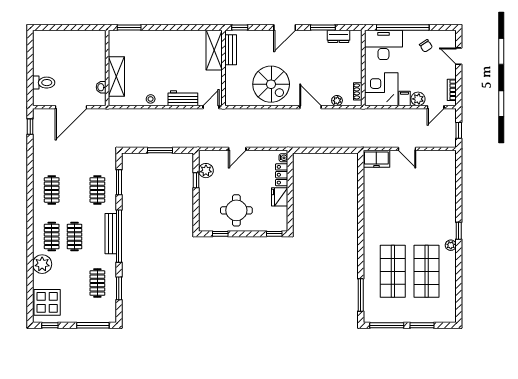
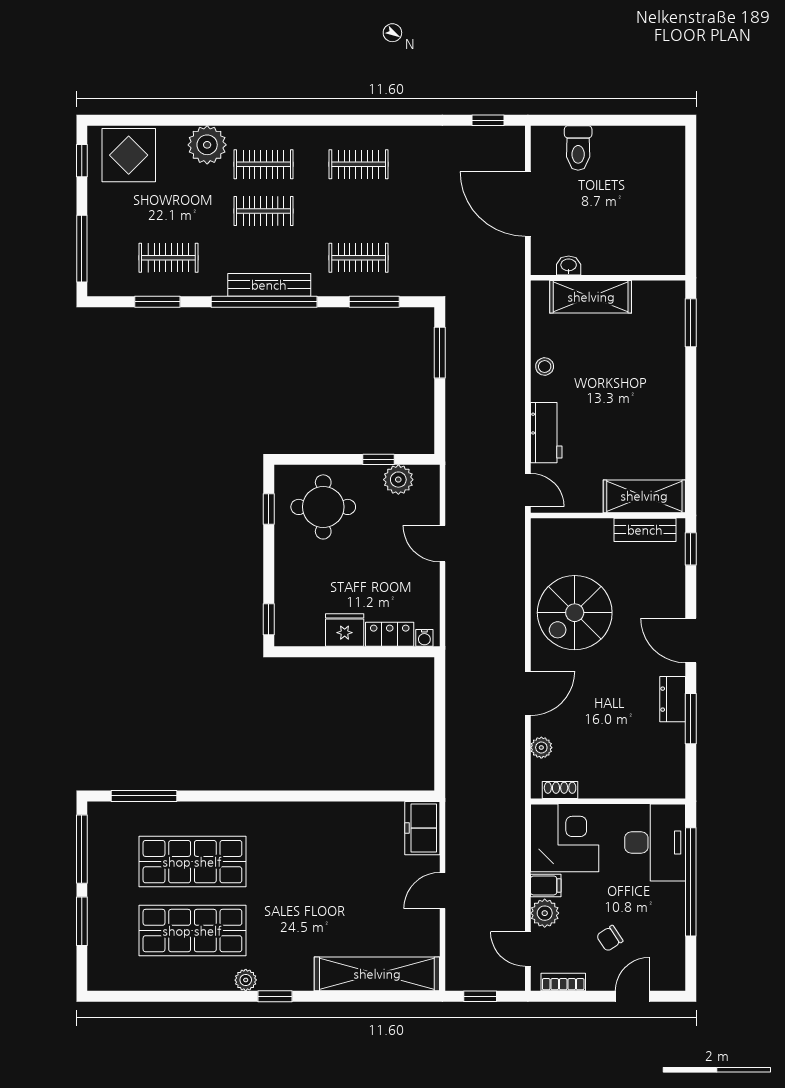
dresser: (338, 36) -> (673, 699), moved
chair: (426, 46) -> (610, 938), moved
window: (160, 150) -> (440, 353), moved
shelving: (448, 181) -> (377, 974), added
round table: (236, 210) -> (323, 507), moved

